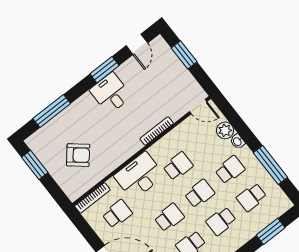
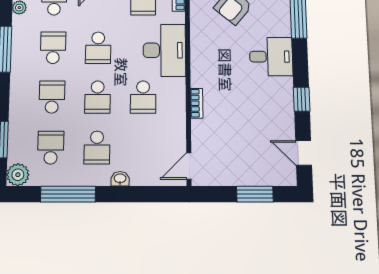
window: (104, 70) -> (302, 99), width x0.67
desk: (111, 93) -> (271, 57), moved
plant: (225, 130) -> (18, 175), moved
bookcase: (157, 131) -> (197, 103), width x0.64

